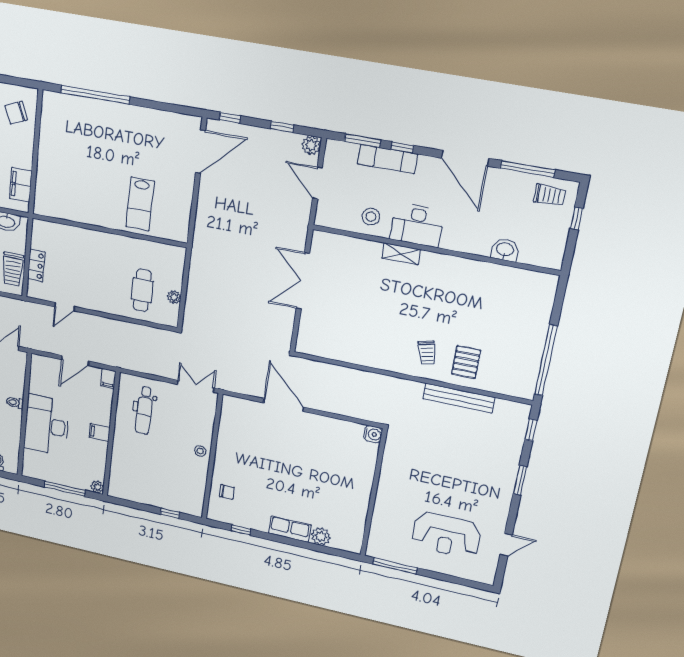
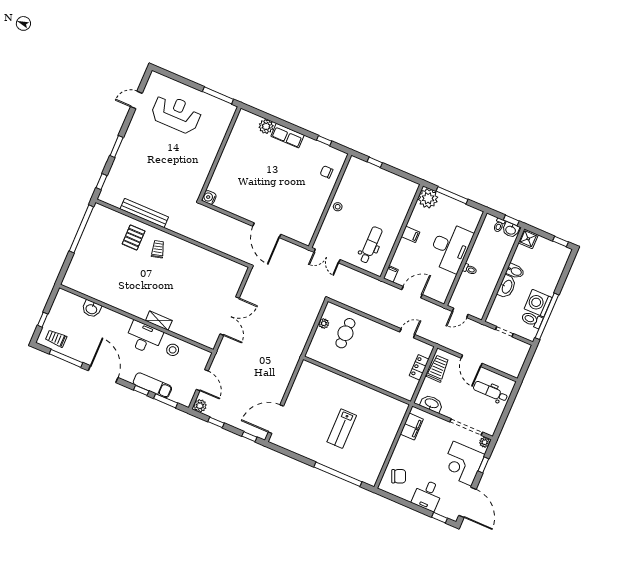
lab bench: (140, 204) -> (342, 429), moved, turned 180
plant: (97, 487) -> (428, 198), width x1.88, depth x1.88

